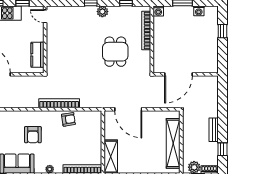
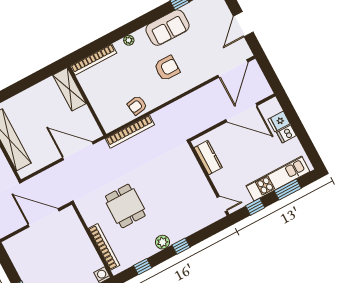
door: (178, 74) -> (43, 218), hinge flipped
bookcase: (59, 103) -> (130, 132), moved
armchair: (33, 135) -> (167, 68), turned 90

